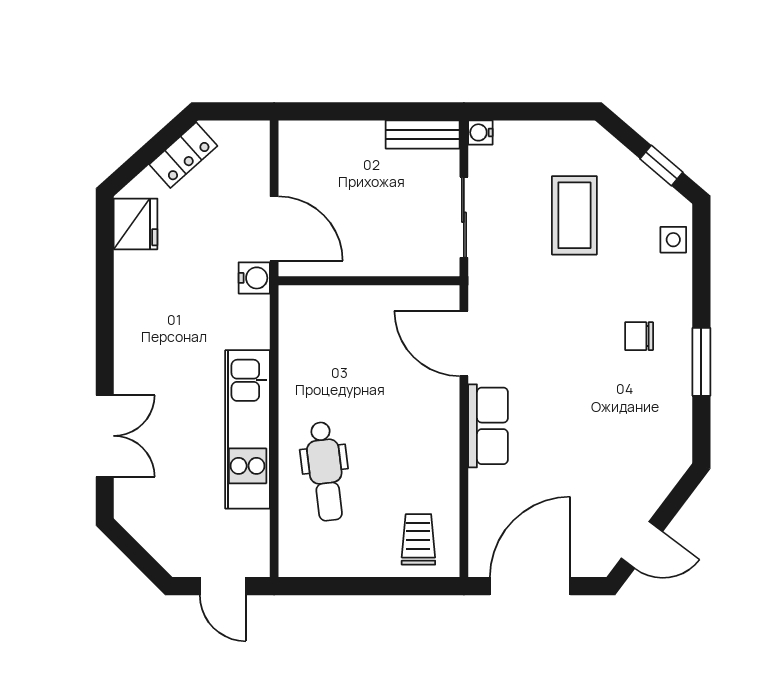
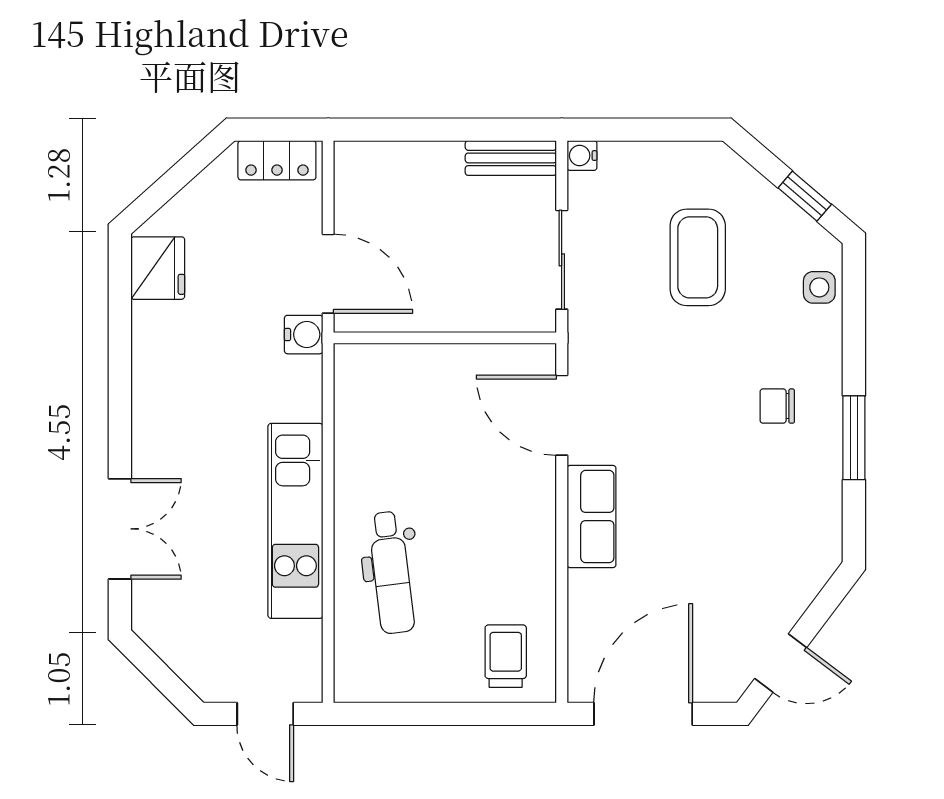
locker: (183, 155) -> (277, 160), moved, turned 42

